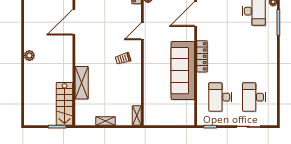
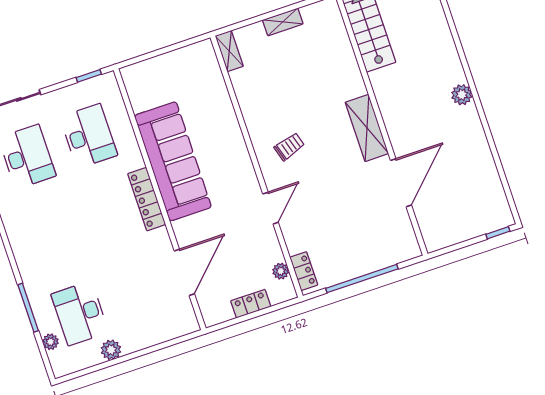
shelving: (82, 83) -> (367, 128), moved

